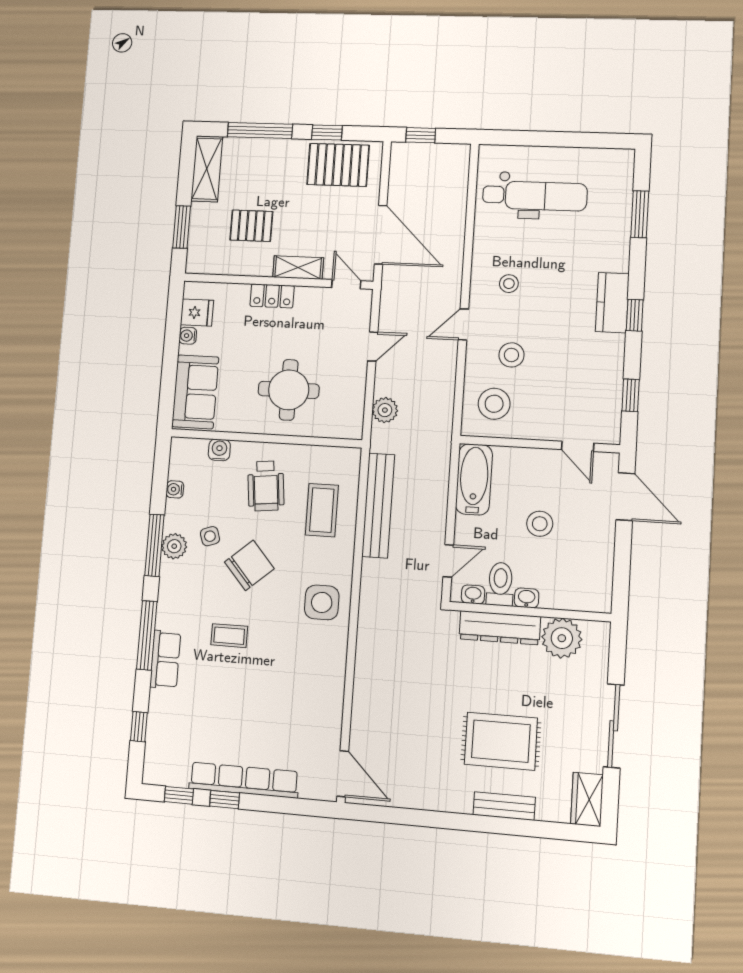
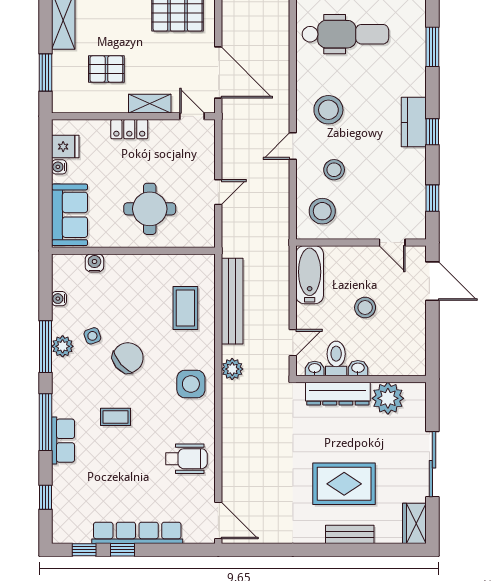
stool: (509, 284) -> (328, 110), width x1.89, depth x1.89
door: (373, 347) -> (218, 192), moved
plant: (385, 410) -> (232, 369), moved
wheelchair: (266, 486) -> (186, 459), moved, turned -84

